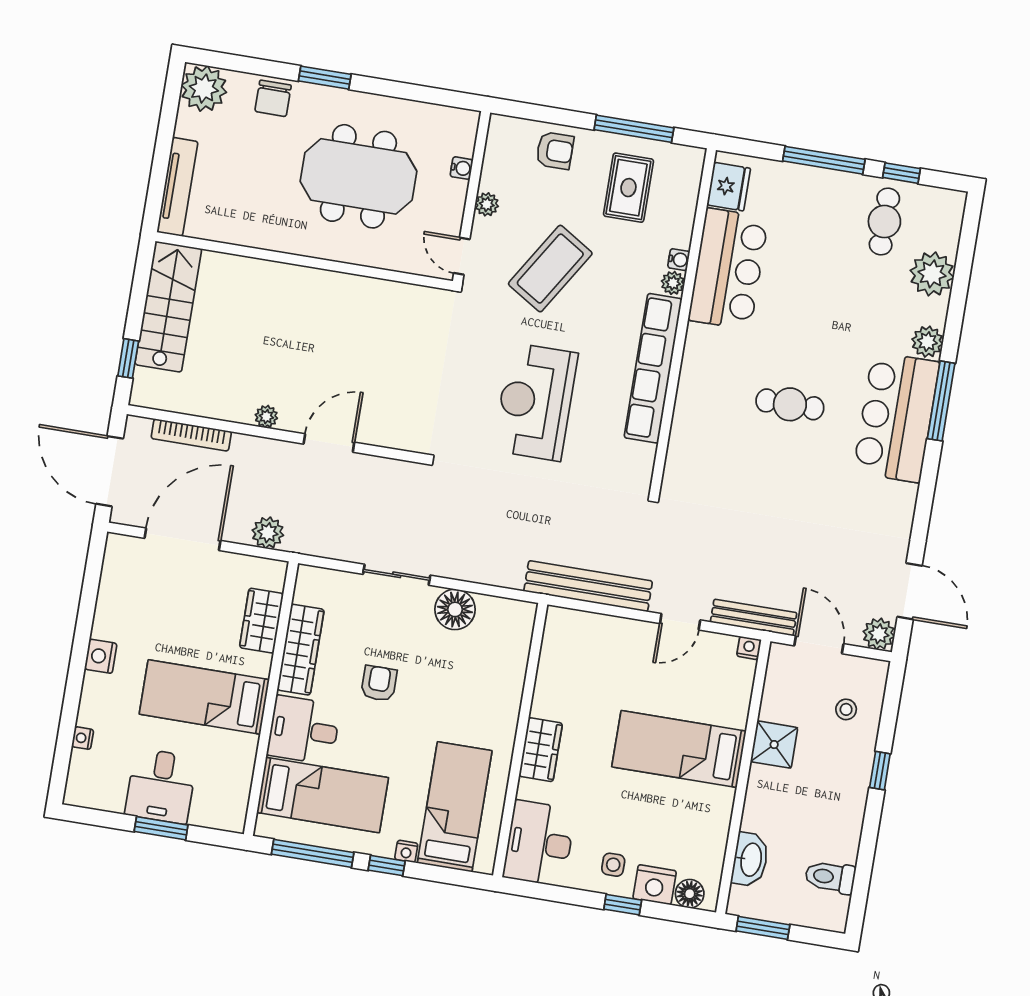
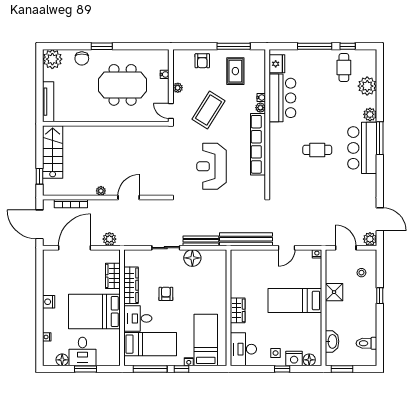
armchair: (555, 151) -> (202, 61), turned 90
bench: (754, 617) -> (201, 241), moved
bed: (204, 697) -> (94, 312), width x1.50
floor lamp: (110, 798) -> (62, 360), added

